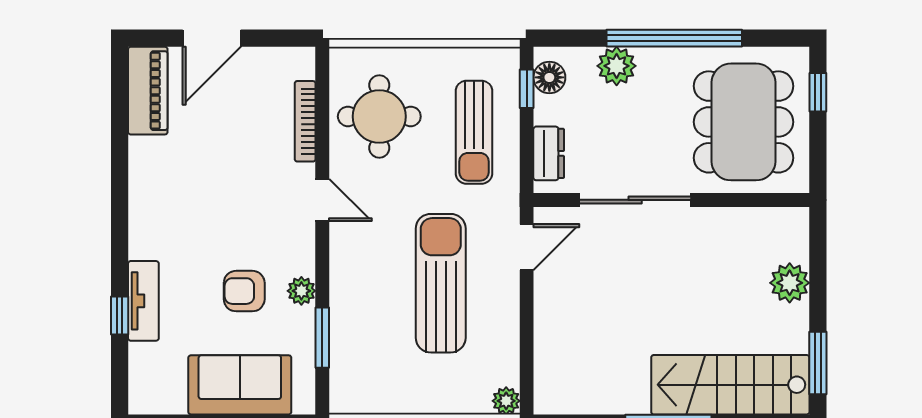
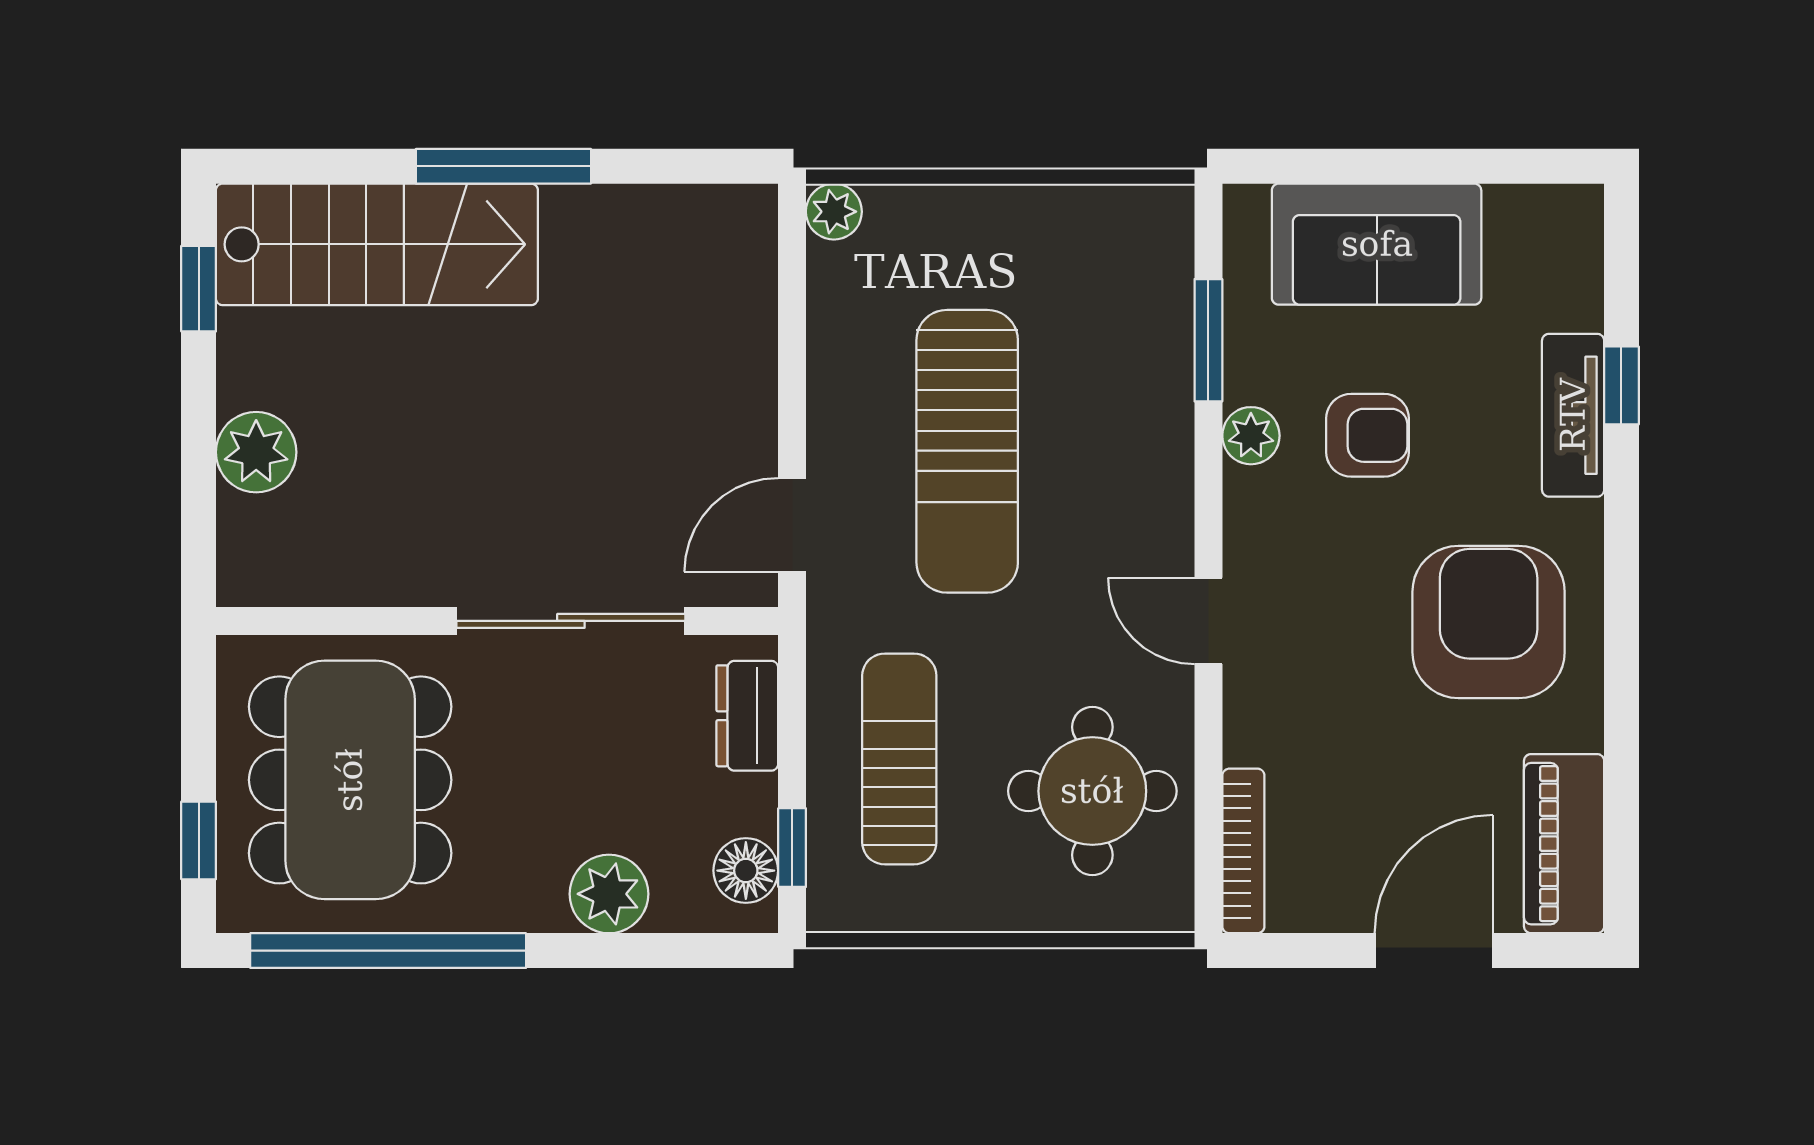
window: (674, 38) -> (388, 951), moved
bookcase: (305, 121) -> (1243, 851), moved
armchair: (185, 199) -> (1489, 622), added
window: (818, 363) -> (199, 289), width x0.67

